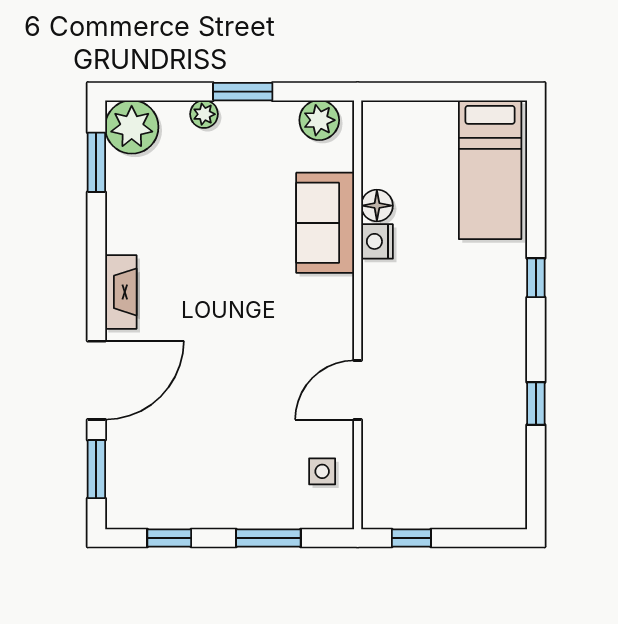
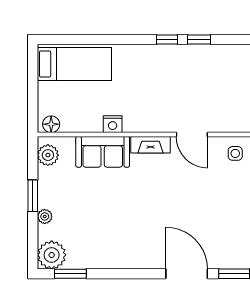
floor lamp: (377, 206) -> (51, 124), moved
window: (536, 278) -> (167, 40), moved
fireplace: (121, 292) -> (151, 145), moved, turned 180

